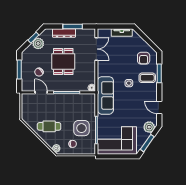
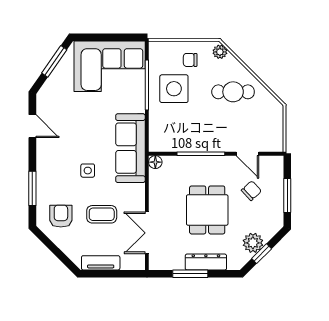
coffee table: (147, 78) -> (102, 214), moved
plant: (149, 127) -> (51, 90), removed

